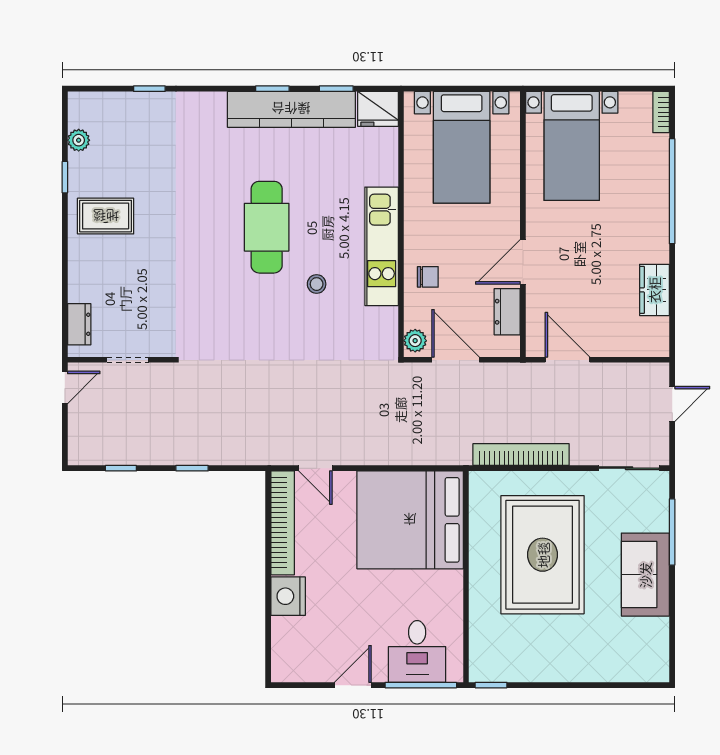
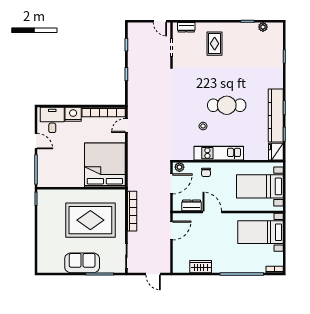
rug: (106, 216) -> (215, 44), moved
desk: (417, 651) -> (52, 120), moved, turned 90

